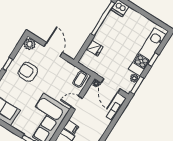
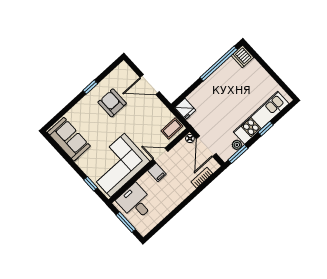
plant: (30, 44) -> (123, 70), removed
fridge: (94, 48) -> (185, 109), moved
door: (53, 50) -> (150, 84), swing flipped
filing cabinet: (71, 127) -> (157, 172), moved

